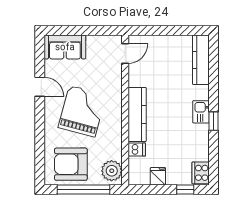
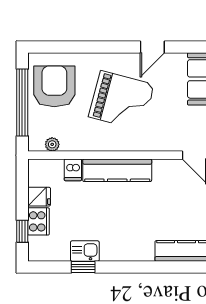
kitchen sink: (201, 112) -> (85, 251), moved
window: (213, 121) -> (83, 267), moved
plant: (112, 171) -> (52, 144), width x0.53, depth x0.53
cooker: (201, 173) -> (39, 221), moved, turned 90

